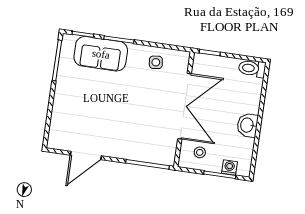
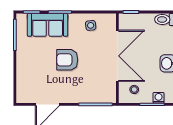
armchair: (120, 102) -> (67, 60), added

